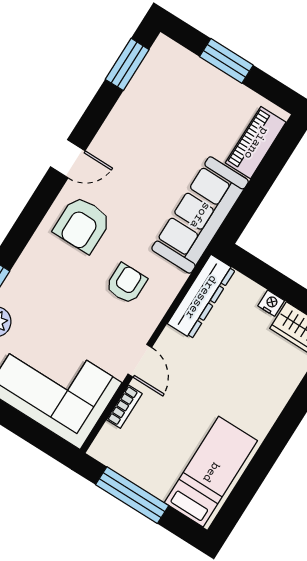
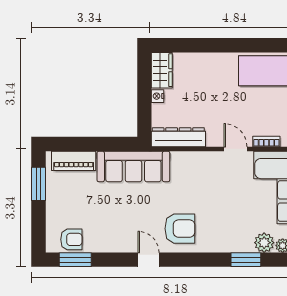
window: (226, 61) -> (39, 184), moved
armchair: (126, 284) -> (71, 239), moved, turned 180
door: (140, 361) -> (235, 149), hinge flipped

